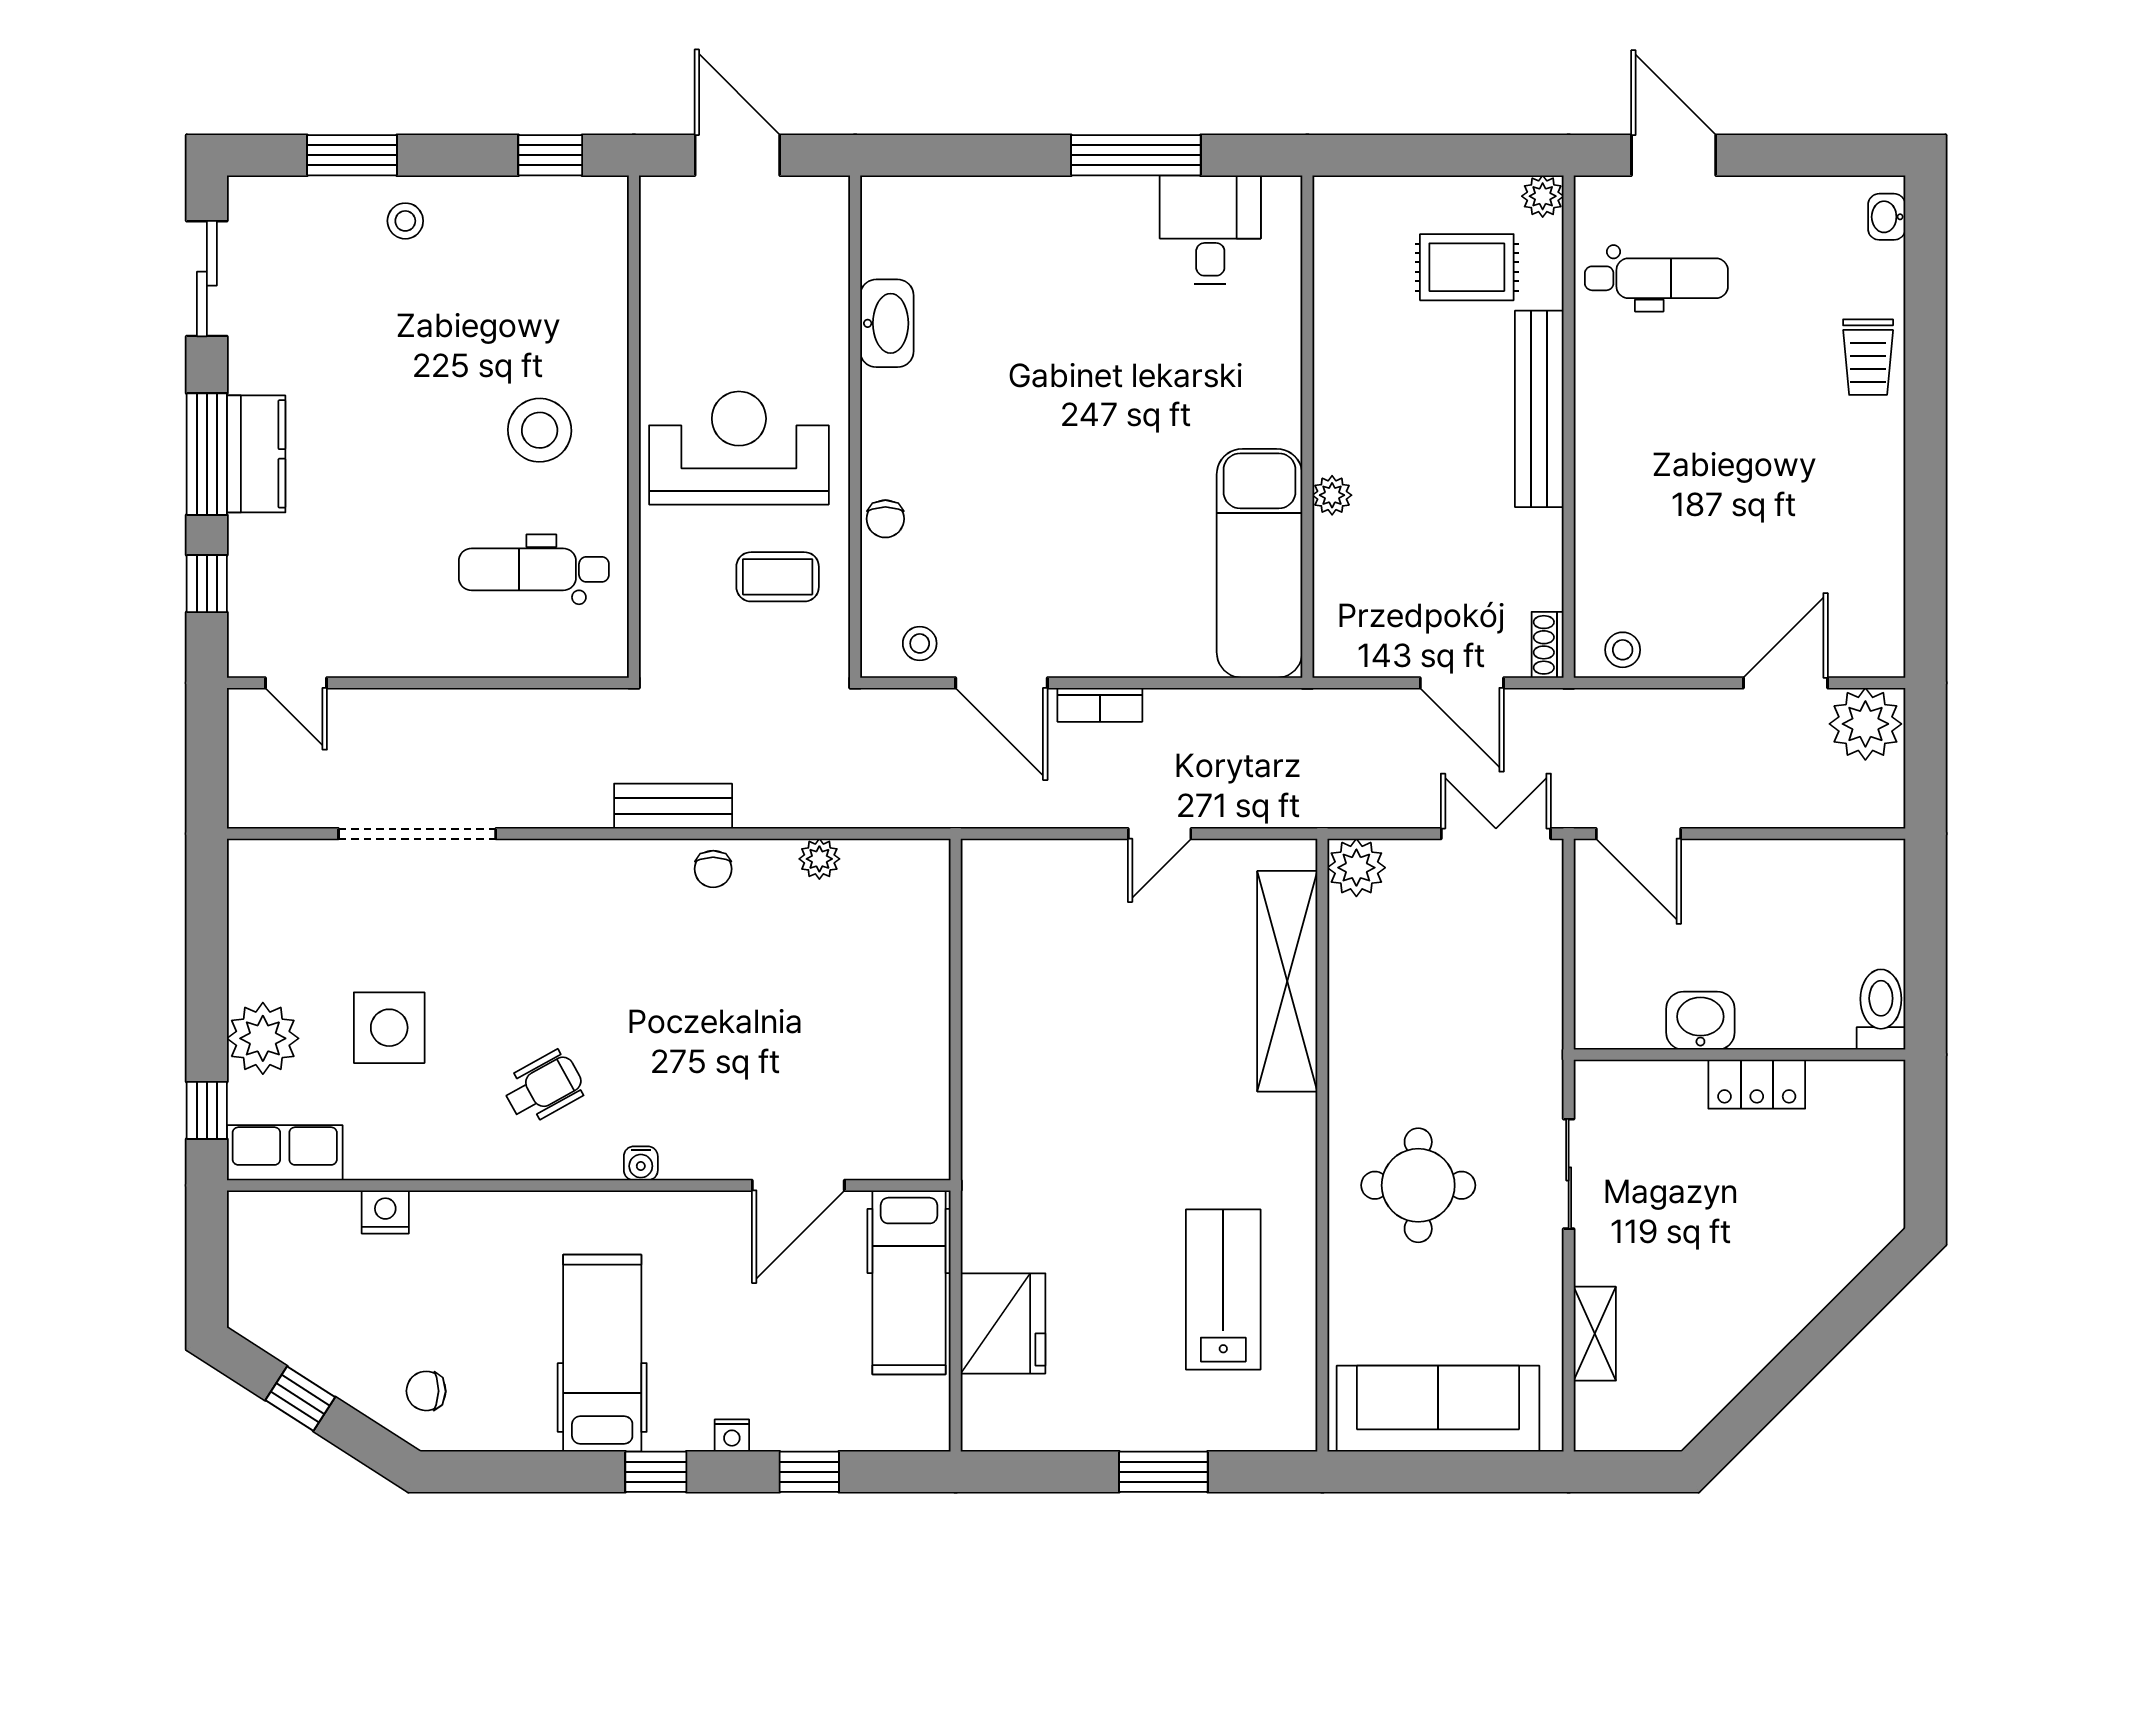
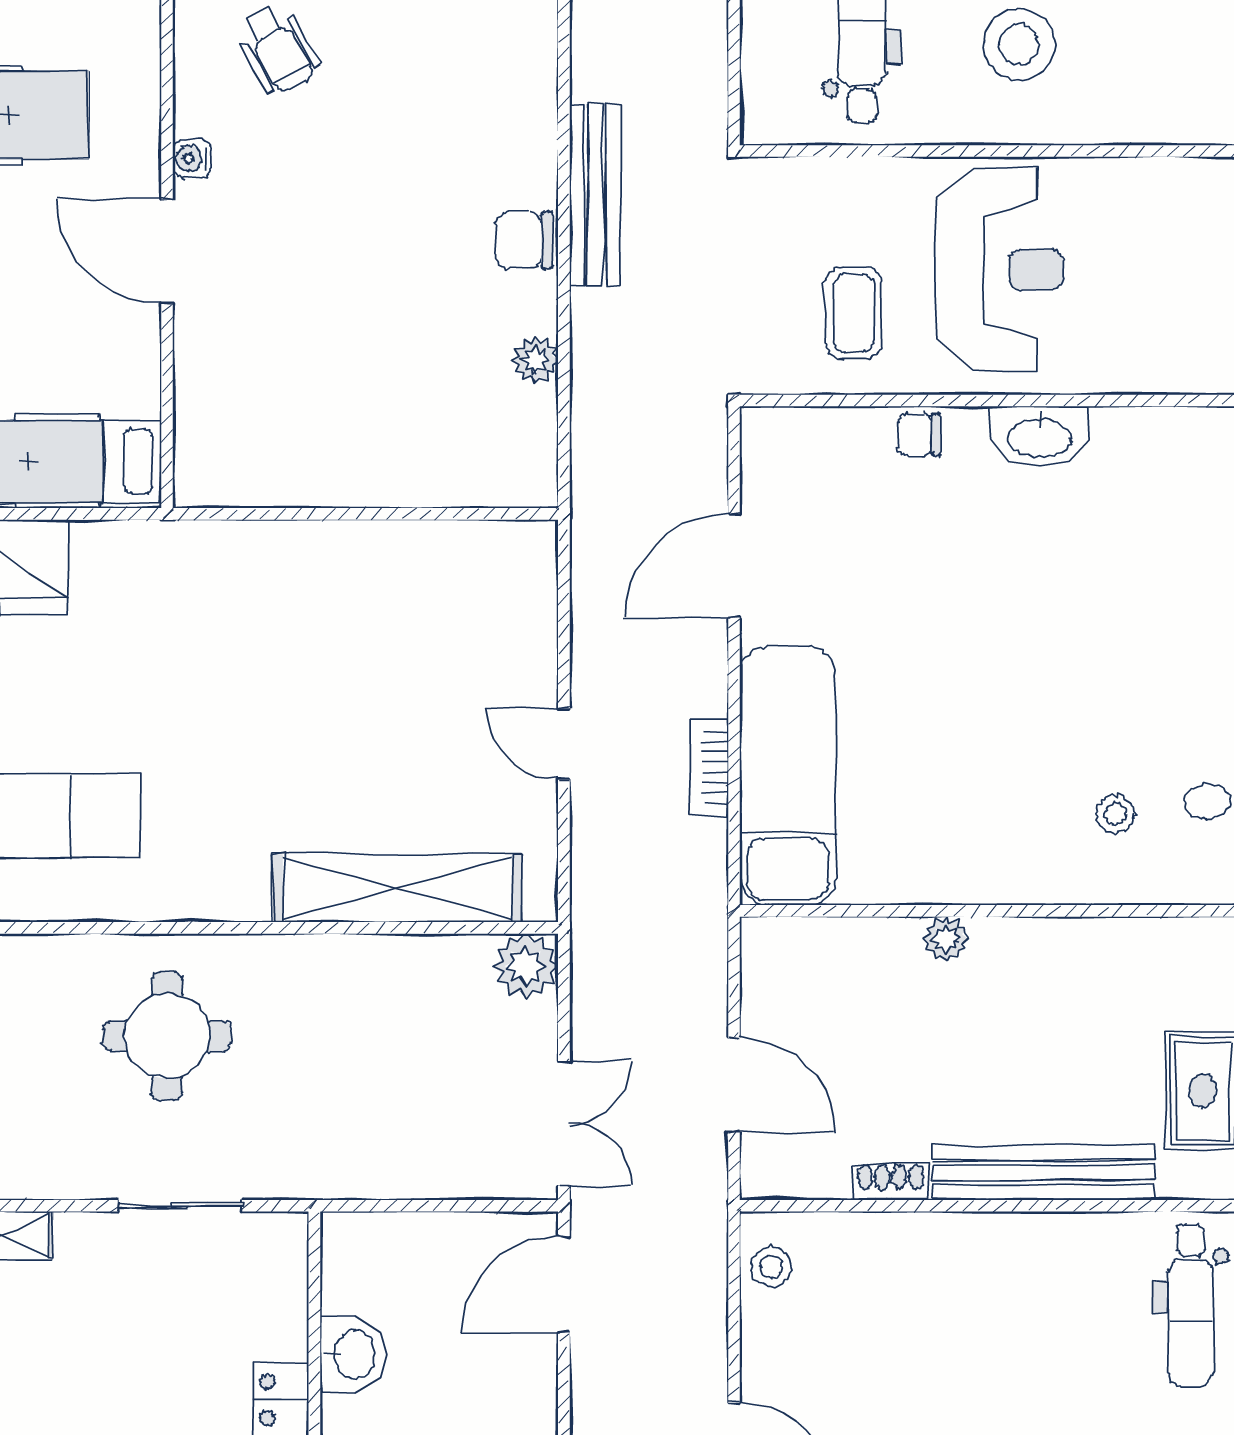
washbasin: (887, 323) -> (1039, 436), moved
exam couch: (1259, 563) -> (788, 776), moved, turned 90
stool: (920, 643) -> (1115, 814), moved
shoe rack: (1548, 645) -> (891, 1182), moved
door: (1462, 683) -> (734, 1085), swing flipped
bookcase: (1100, 705) -> (709, 767), moved
bench: (673, 806) -> (595, 195), width x1.36
chair: (713, 869) -> (524, 240), width x1.37, depth x1.37
door: (798, 1185) -> (167, 251), moved

